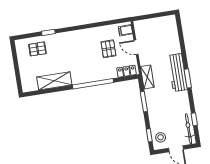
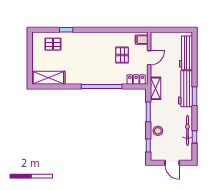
workbench: (172, 36) -> (186, 53), added
door: (136, 47) -> (149, 58), swing flipped
shelving: (54, 81) -> (48, 78), moved
bicycle: (189, 129) -> (187, 130), moved
stool: (161, 137) -> (158, 131), moved

